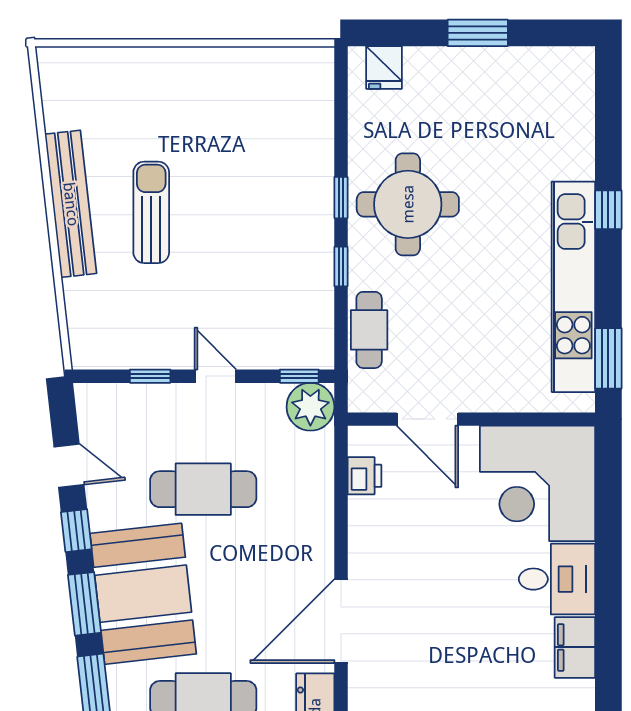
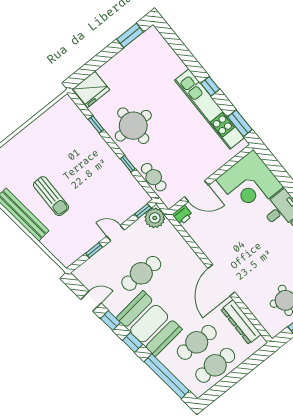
window: (478, 33) -> (130, 35), moved
fridge: (384, 67) -> (91, 89), width x1.88, depth x1.34
window: (341, 198) -> (96, 124), moved
window: (608, 210) -> (210, 86), moved
sun lounger: (151, 212) -> (51, 196), turned 180
printer: (364, 476) -> (183, 215), moved, turned 90
window: (85, 604) -> (133, 342), width x0.67

